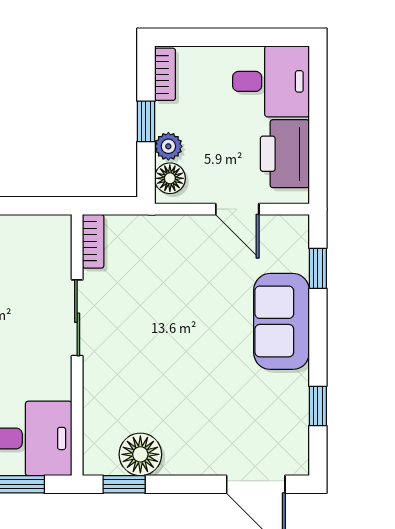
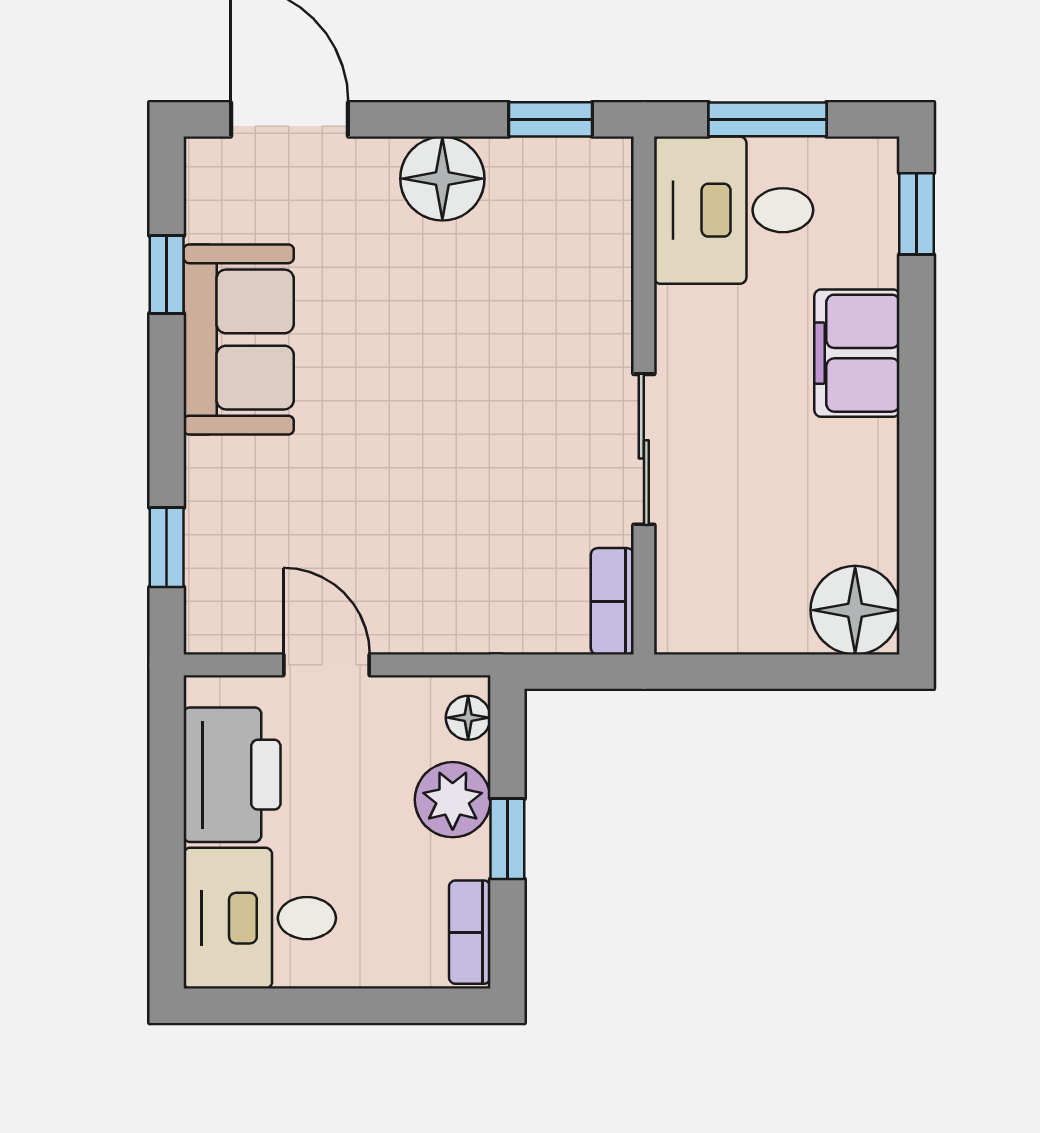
plant: (168, 146) -> (453, 800), width x1.38, depth x1.38
floor lamp: (170, 178) -> (468, 718), width x0.73, depth x0.73
sofa: (281, 321) -> (239, 339), moved
floor lamp: (140, 454) -> (442, 179), moved

